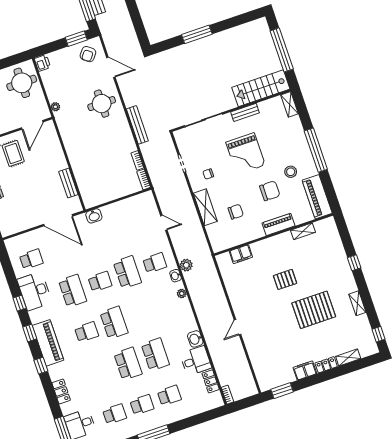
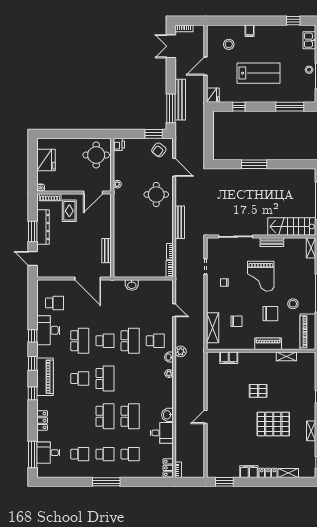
shelving: (205, 207) -> (213, 328), moved
washbasin: (94, 216) -> (132, 285), moved
locker: (211, 381) -> (168, 468), moved

